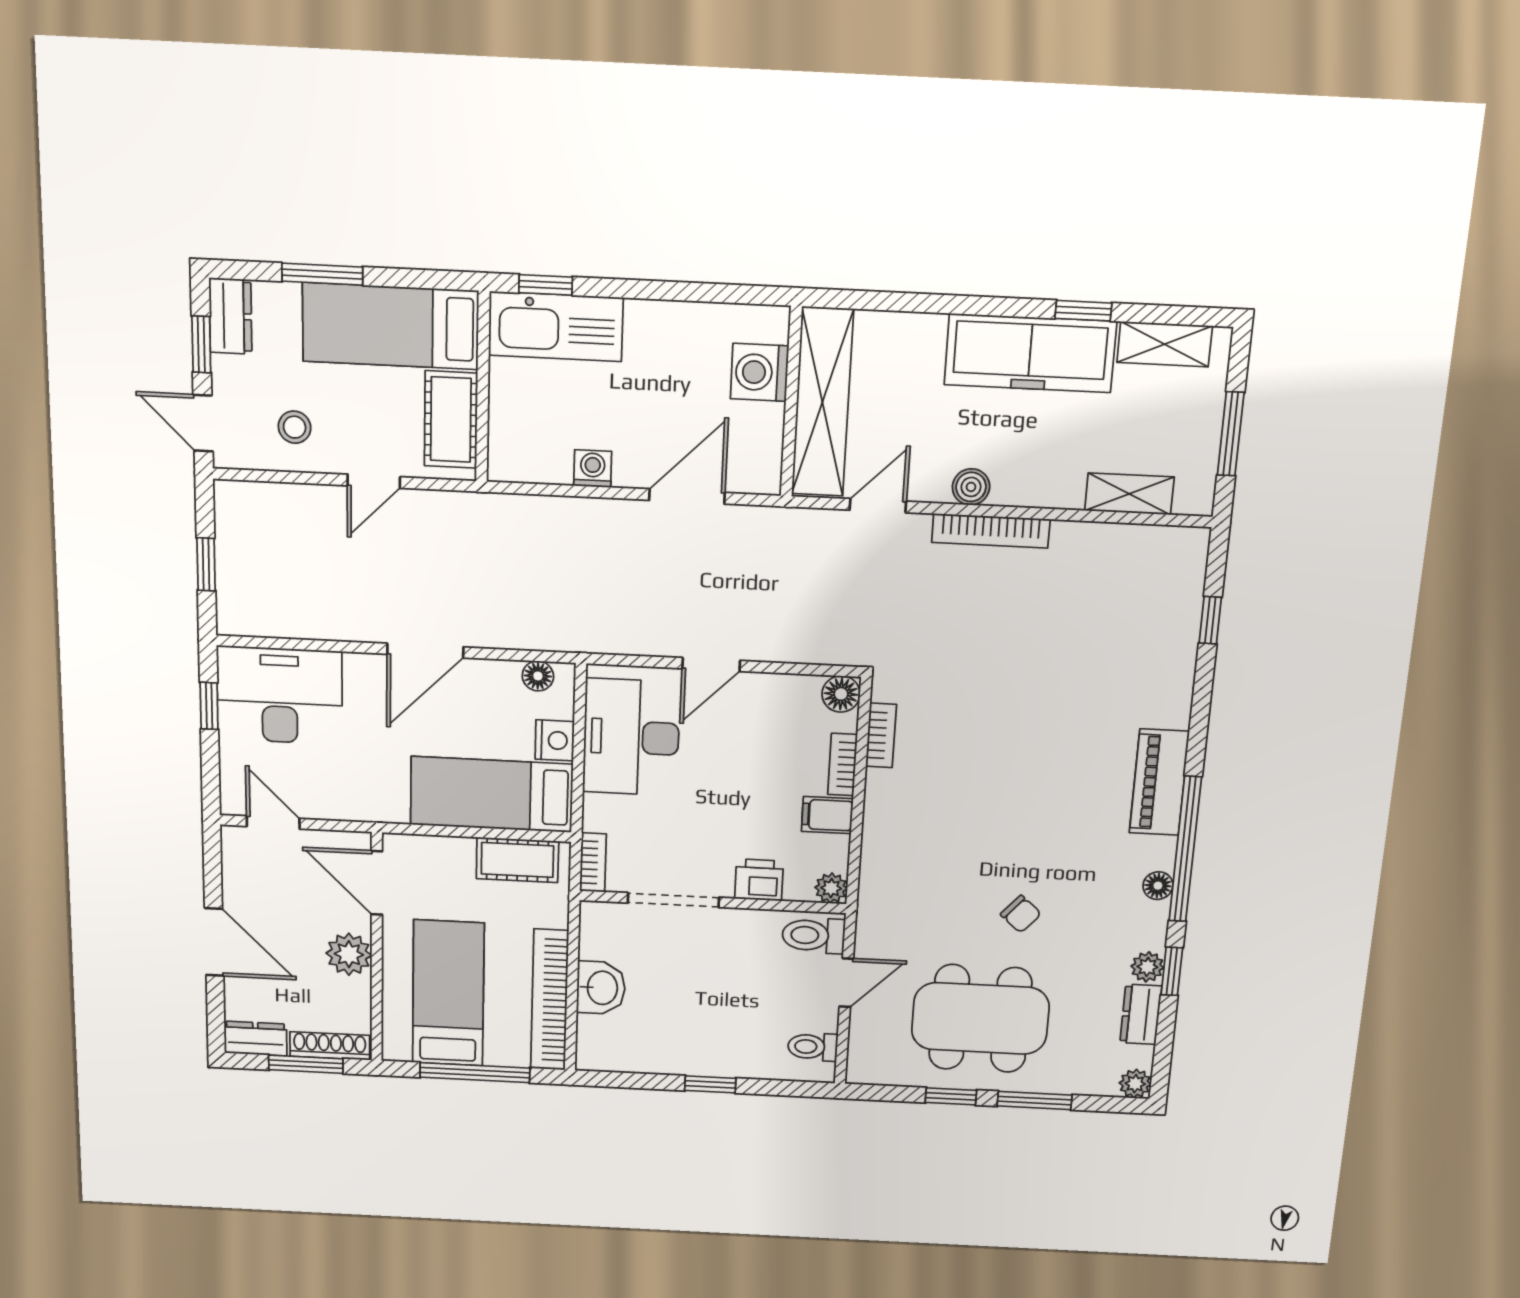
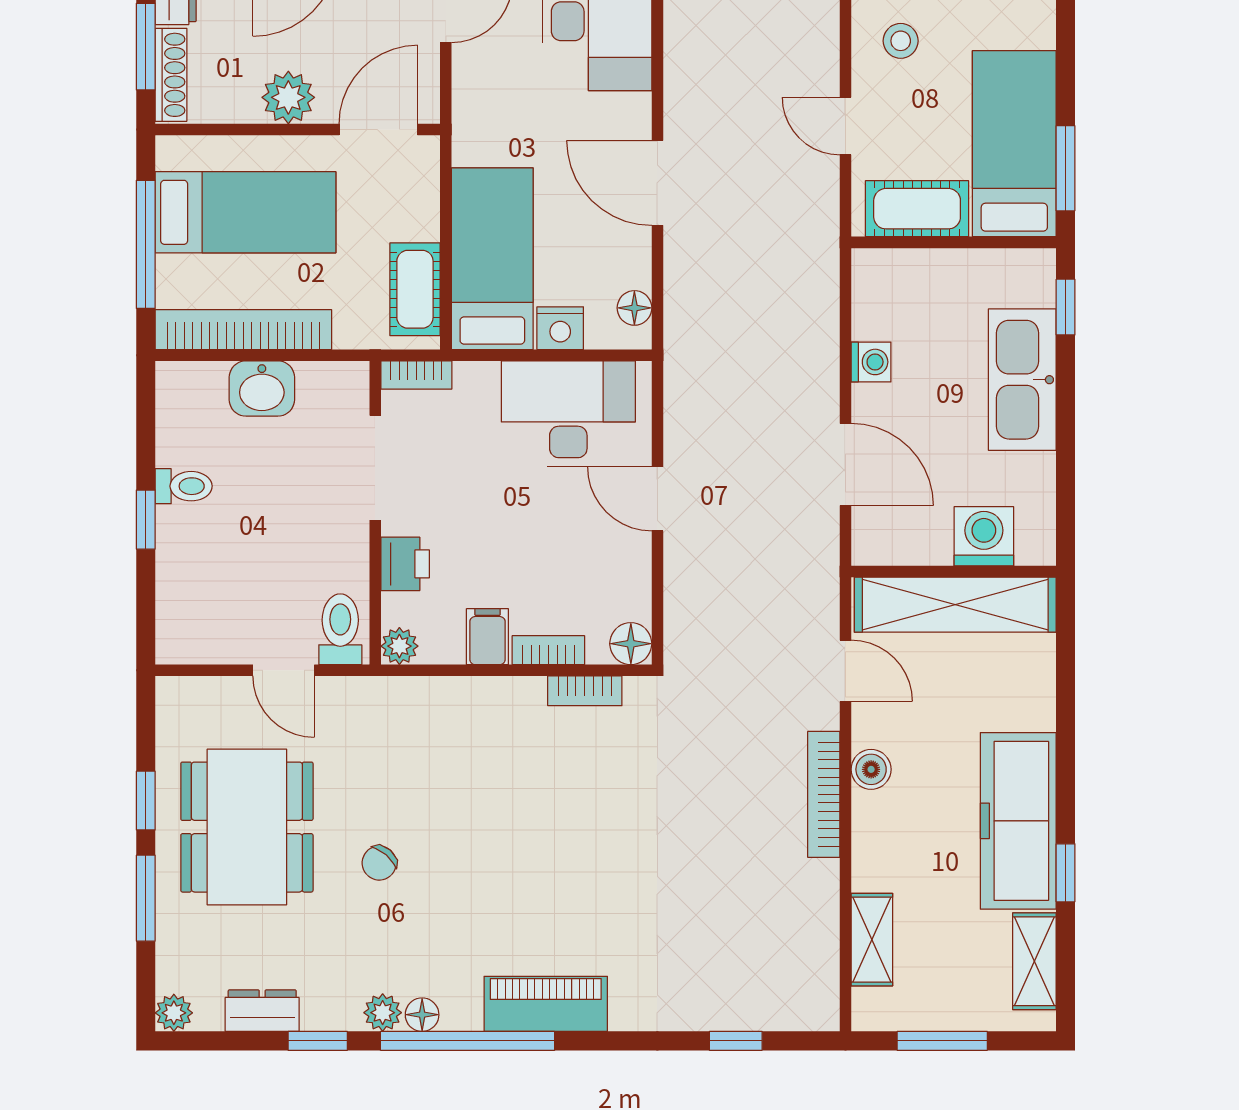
window: (322, 274) -> (1066, 168), moved
kitchen sink: (556, 326) -> (1022, 380), moved
plant: (1147, 967) -> (383, 1013), moved
toilet: (813, 1047) -> (184, 486), moved, turned 90

